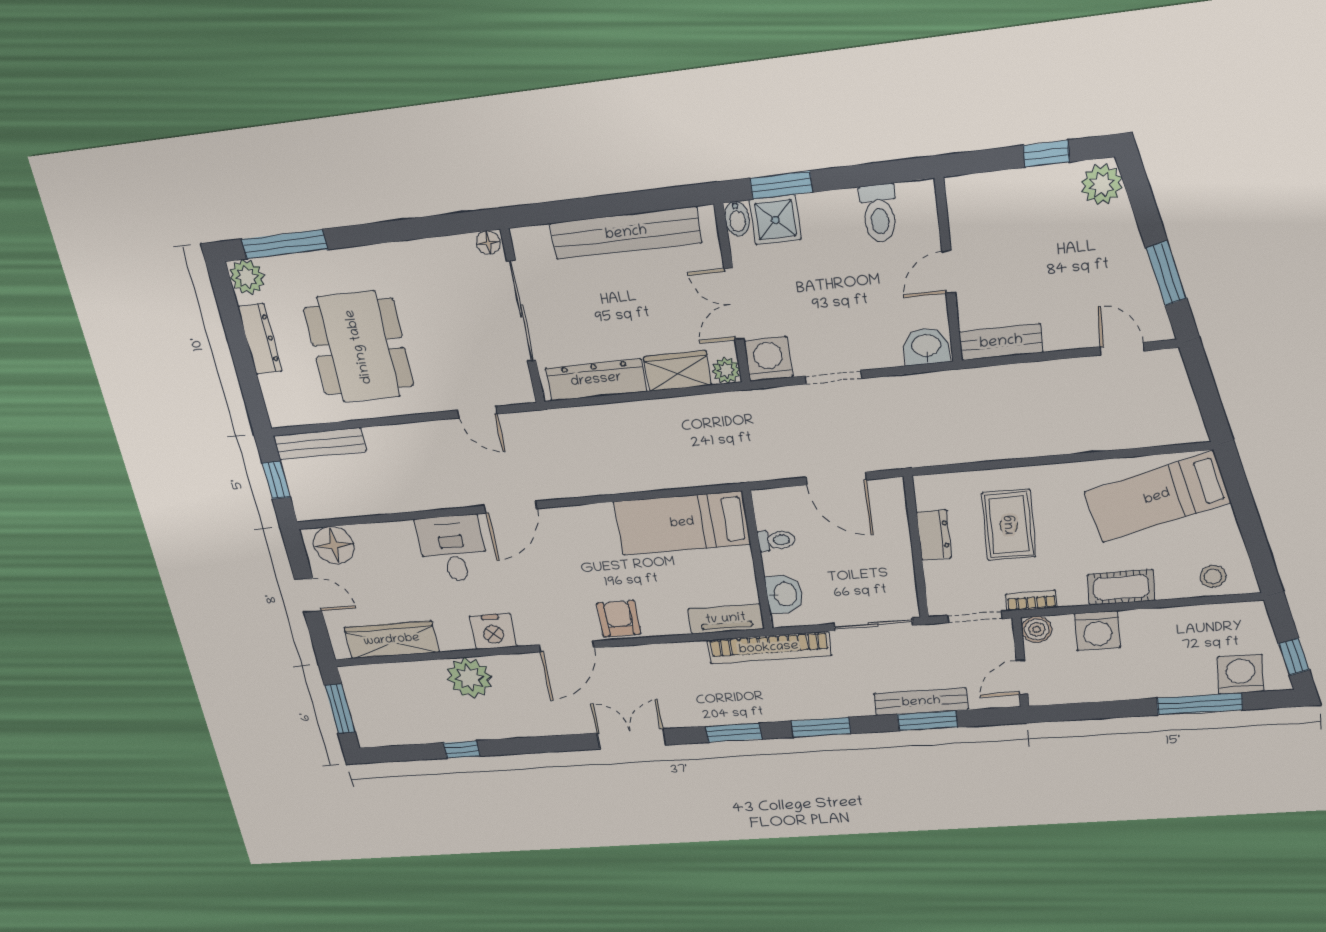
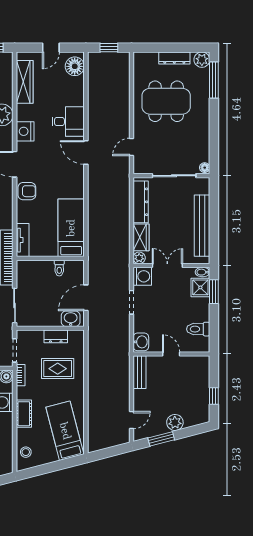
plant: (1102, 185) -> (175, 422), moved
bench: (320, 444) -> (124, 72), removed
washbasin: (784, 594) -> (71, 319), moved, turned 180

